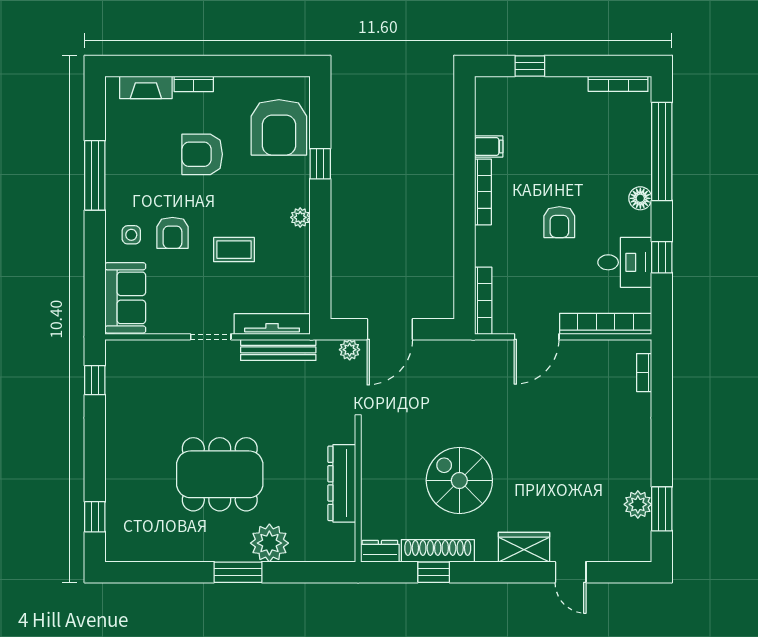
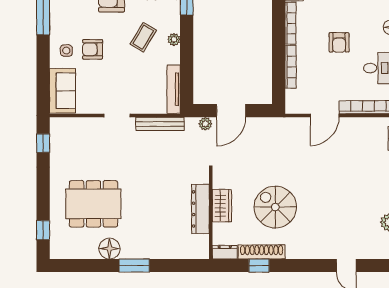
armchair: (172, 233) -> (93, 49), turned 90
coffee table: (234, 250) -> (143, 37), moved, turned -59
bookcase: (483, 301) -> (291, 67), moved
tv unit: (272, 324) -> (174, 89), moved, turned -90
dining table: (220, 474) -> (93, 204), moved
plant: (269, 543) -> (154, 247), removed
floor lamp: (199, 546) -> (109, 249), added
wardrobe: (524, 547) -> (222, 206), moved, turned 90

